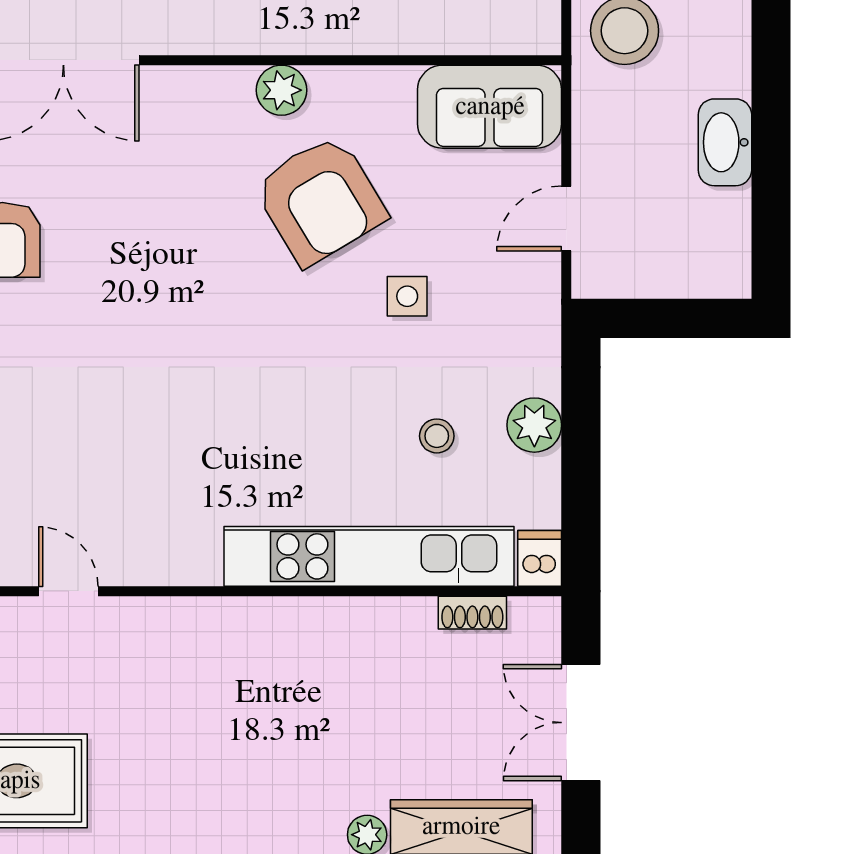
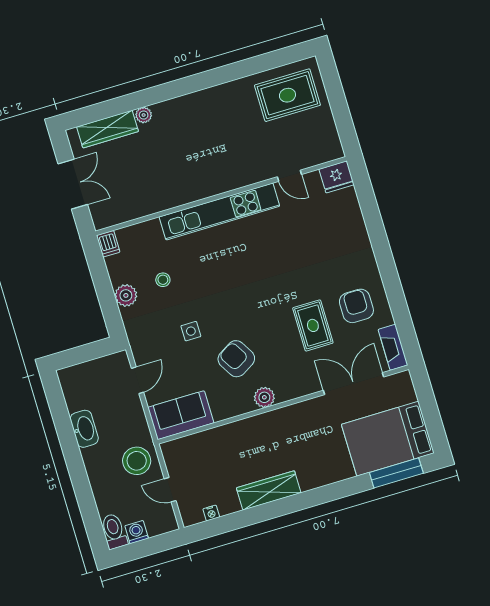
armchair: (320, 200) -> (236, 359), width x0.73, depth x0.73
rug: (118, 225) -> (313, 325), added
kitchen unit: (369, 556) -> (219, 211), moved
shoe rack: (472, 613) -> (128, 215), removed

